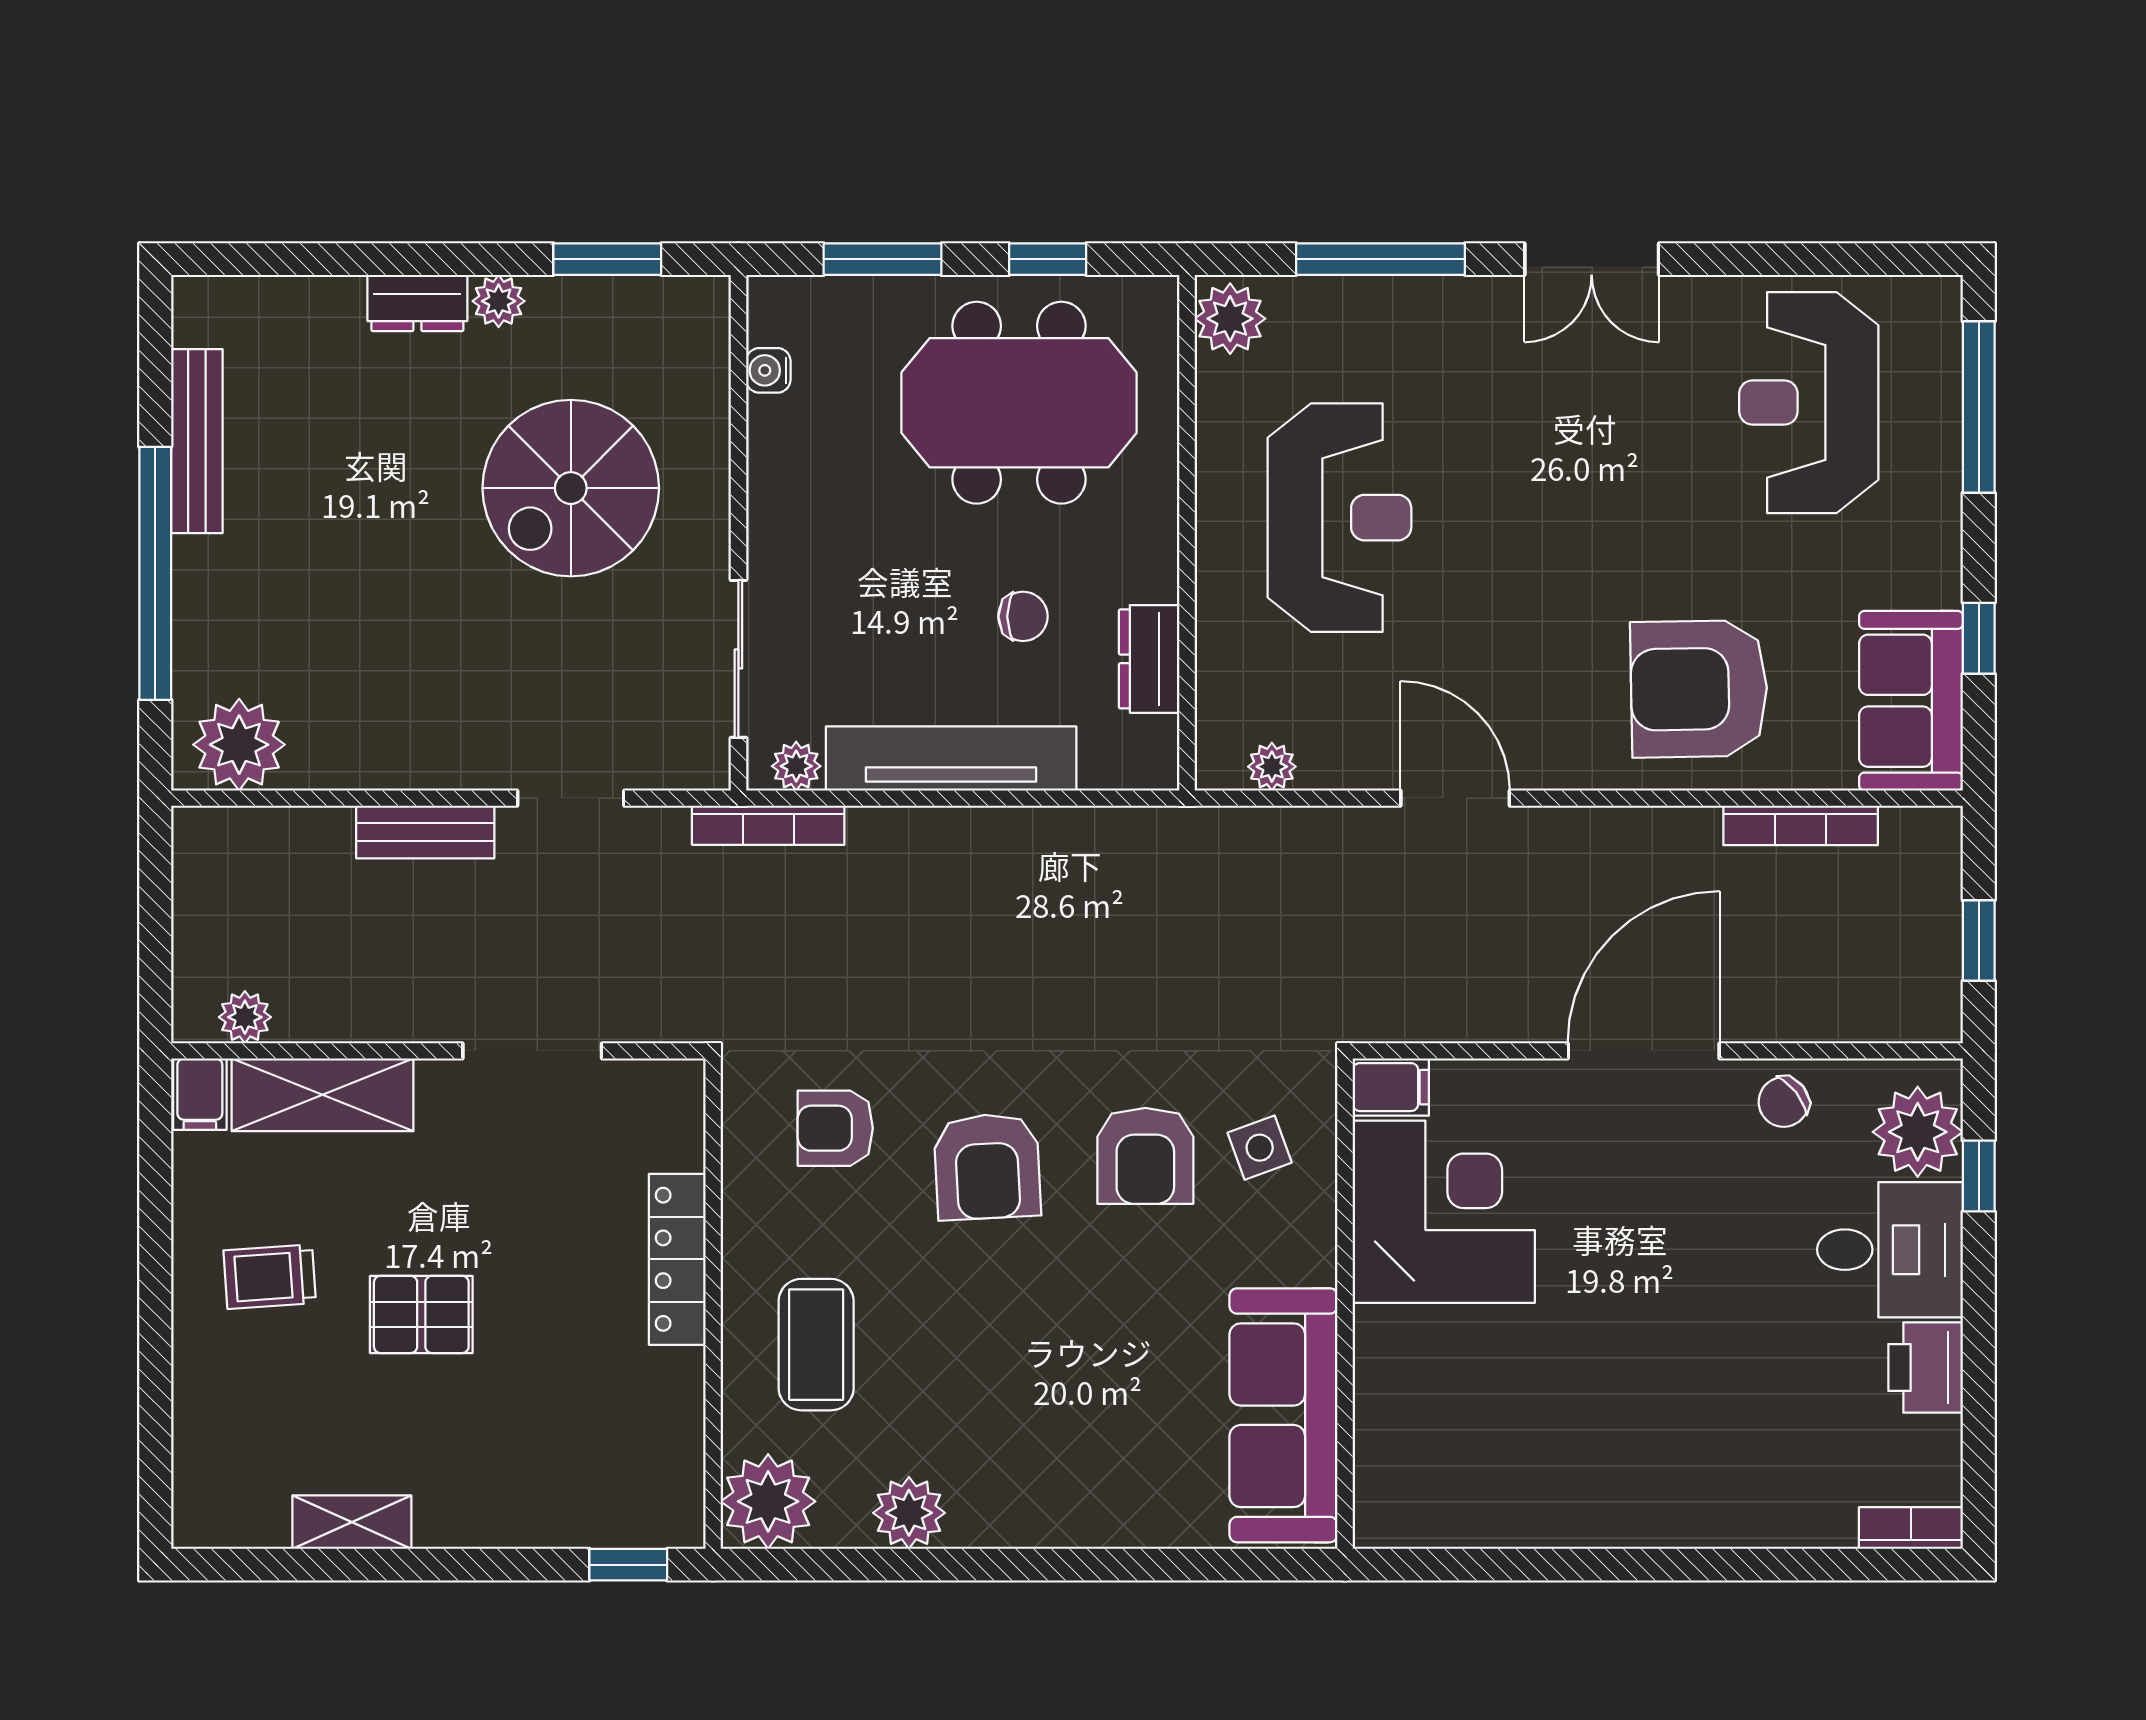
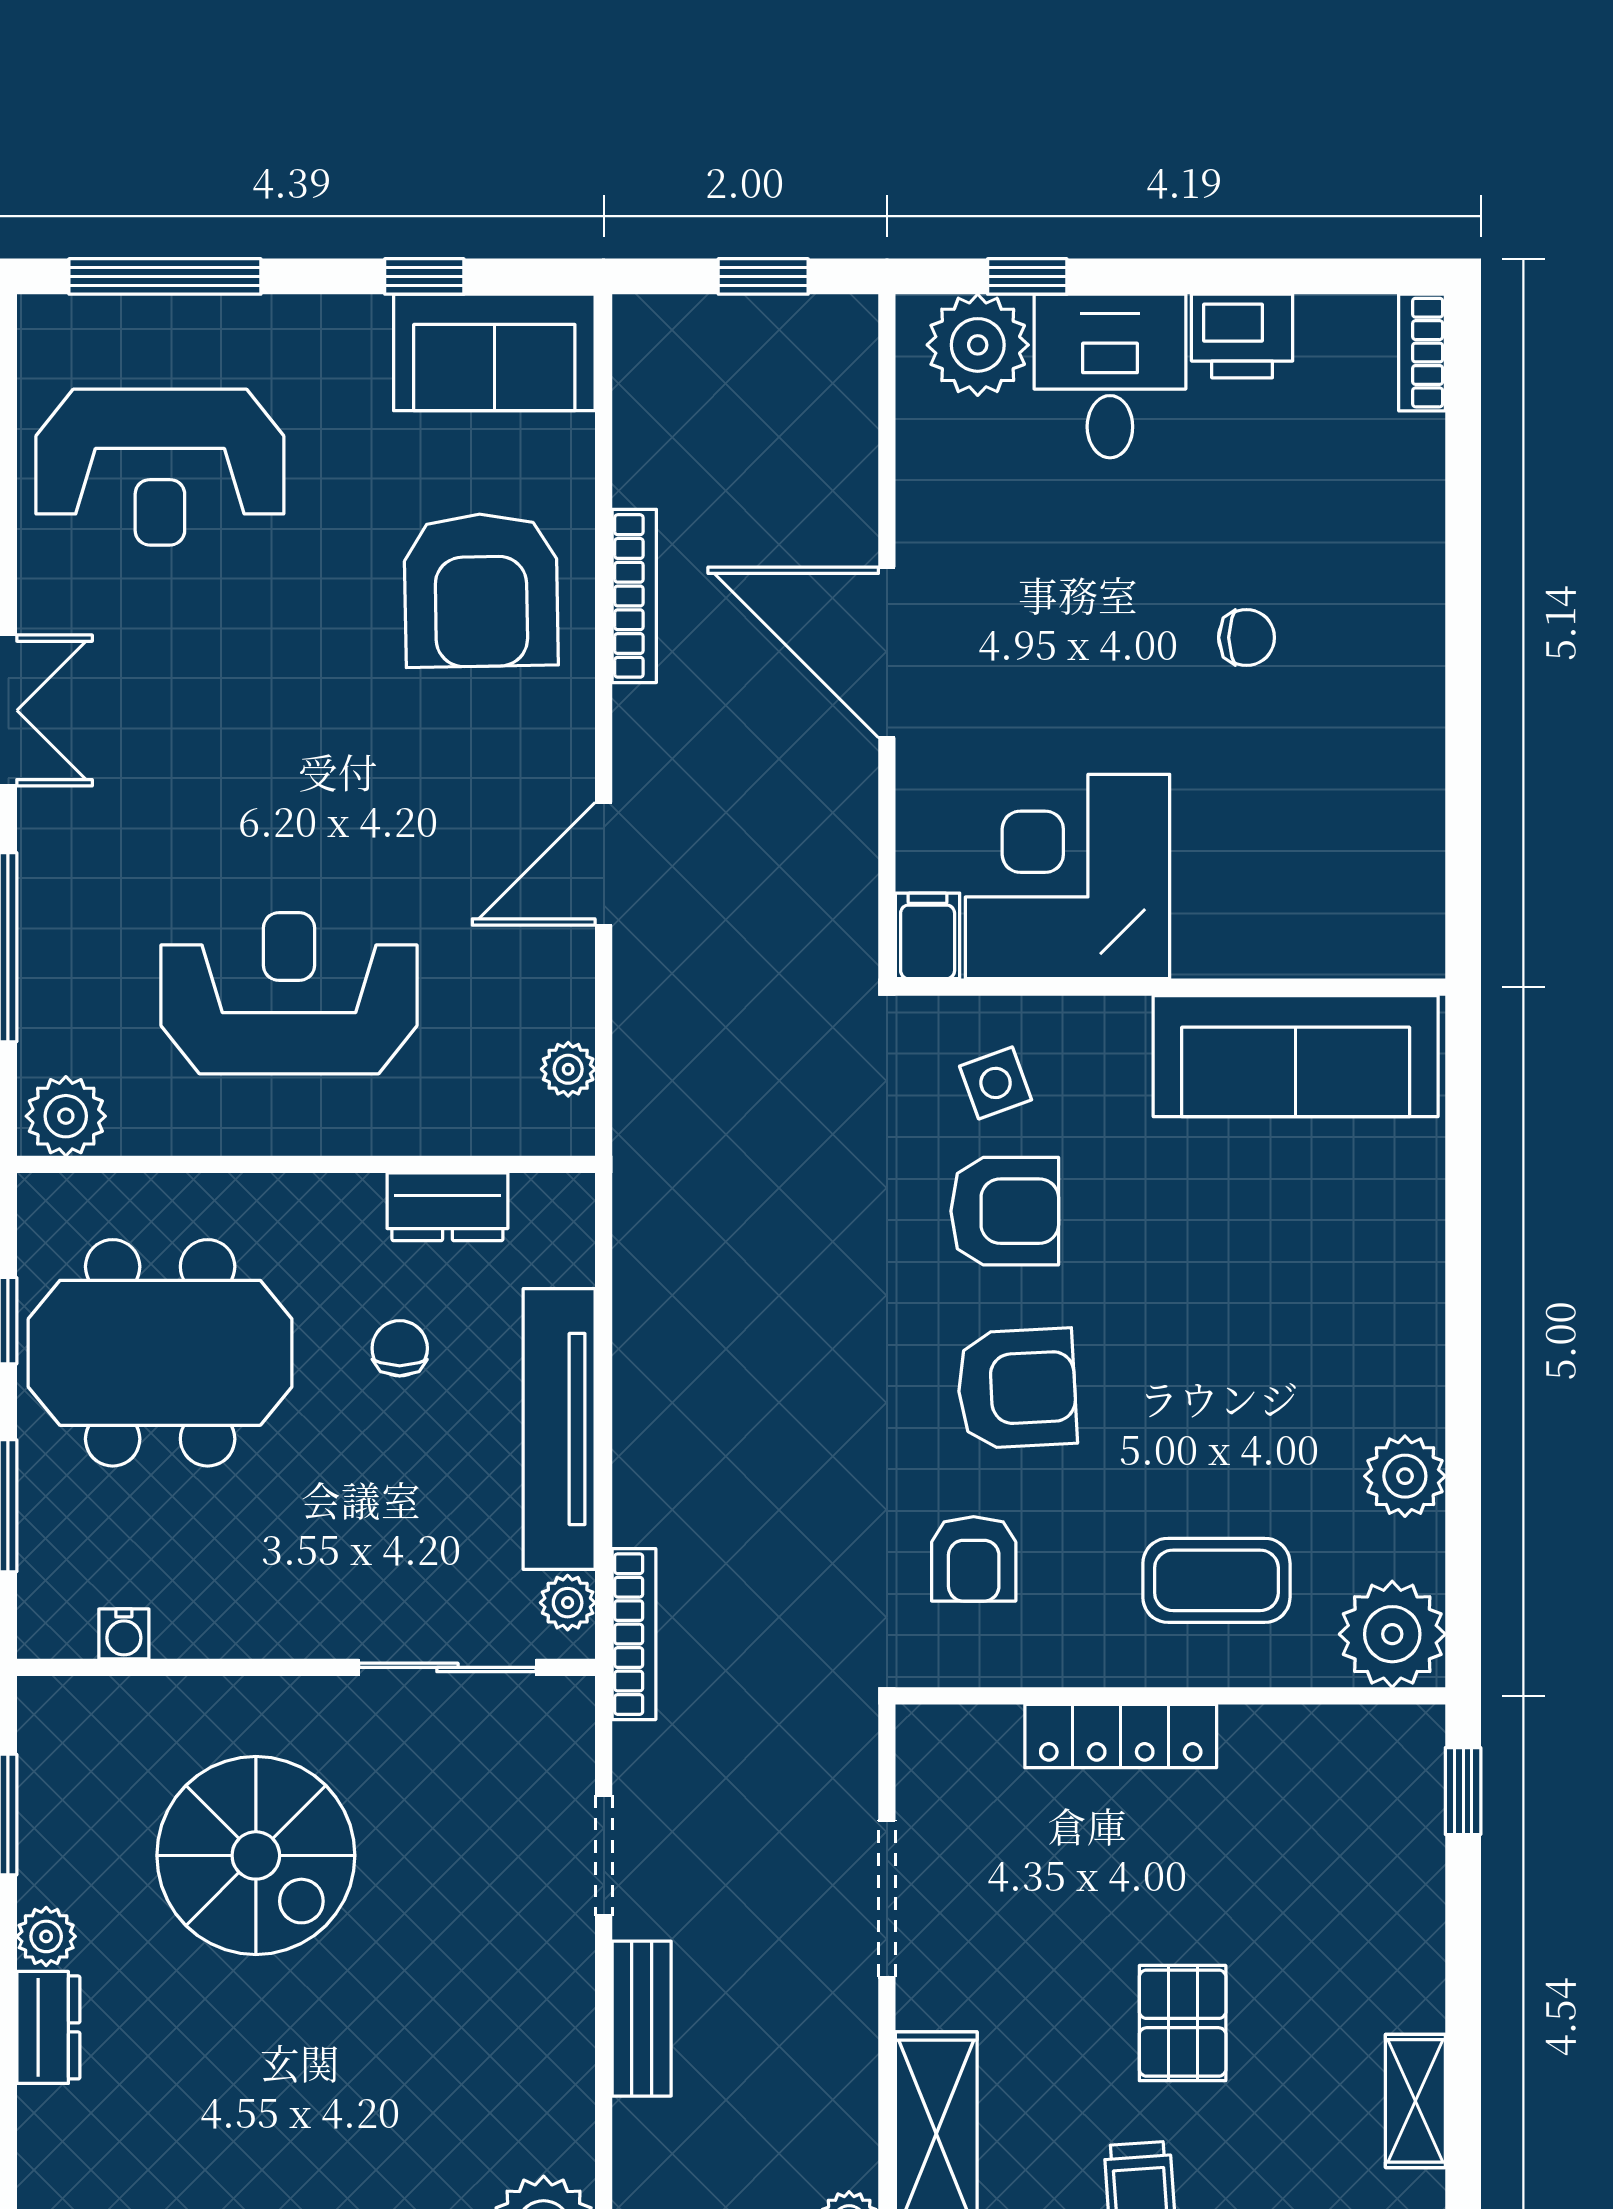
meeting table: (1019, 403) -> (160, 1353), turned 90
bookcase: (1801, 825) -> (634, 596), moved
chair: (1784, 1102) -> (1247, 638), moved, turned -52

